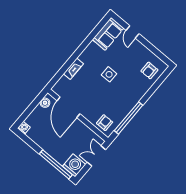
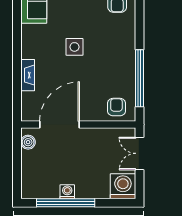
door: (68, 107) -> (60, 125), swing flipped
washing machine: (24, 128) -> (67, 192), moved
window: (56, 164) -> (66, 203), moved

